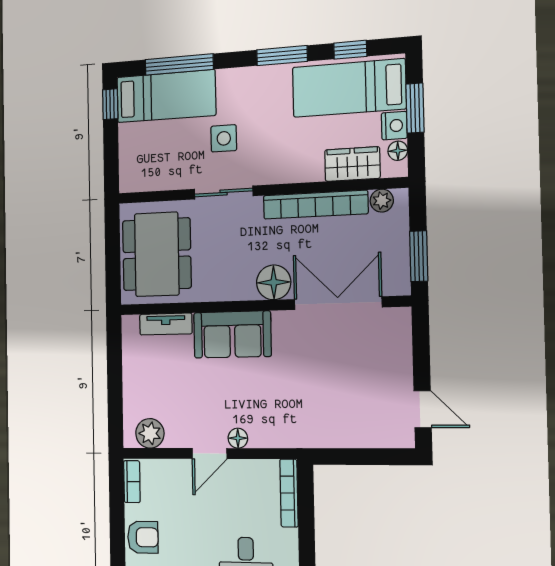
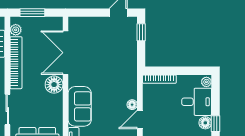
window: (419, 256) -> (32, 13), moved
door: (209, 454) -> (140, 120), swing flipped
window: (383, 457) -> (141, 32), added

